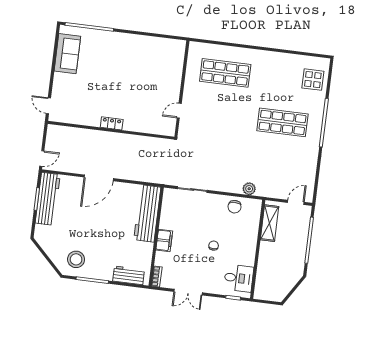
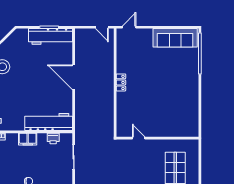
sofa: (67, 54) -> (175, 38), width x1.36
door: (42, 158) -> (102, 27), moved
printer: (167, 211) -> (53, 138), added

